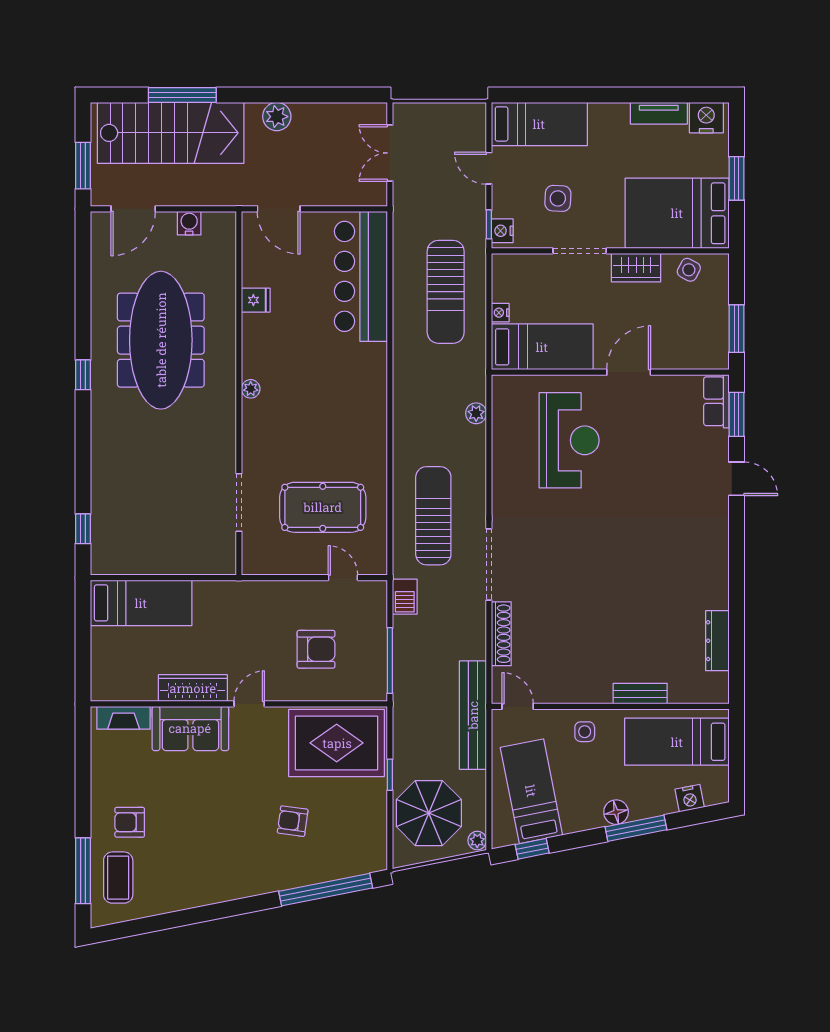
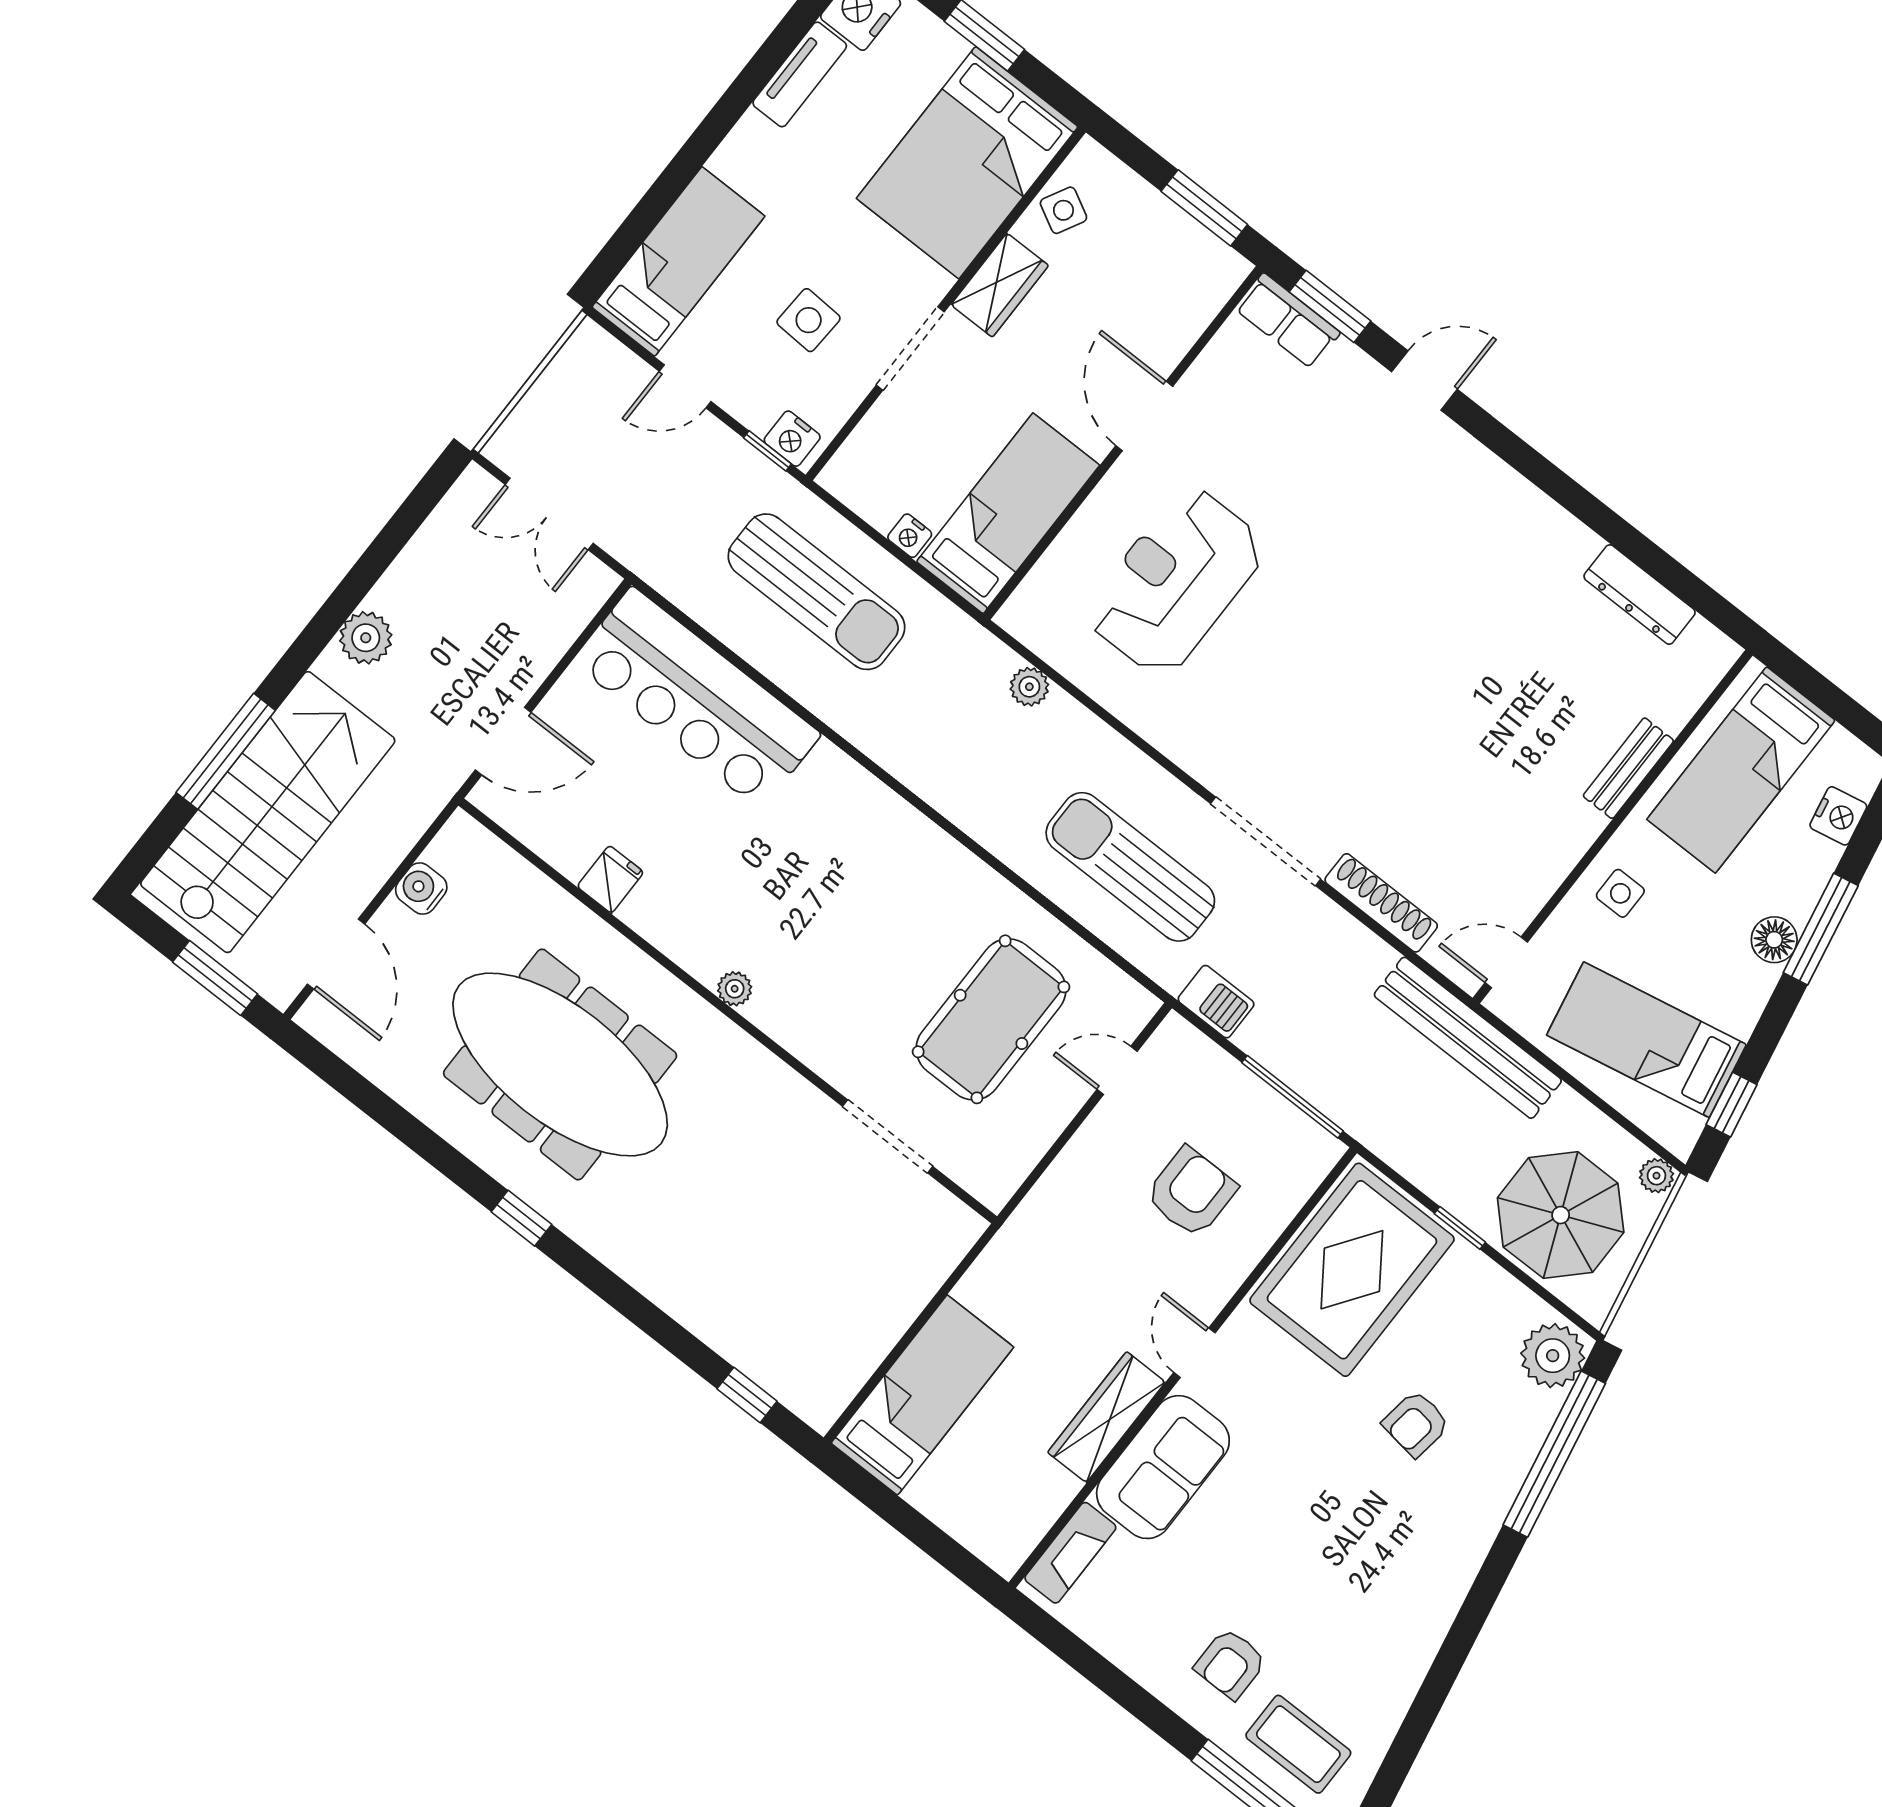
reception desk: (569, 440) -> (1176, 581), turned -90
plant: (367, 856) -> (1553, 1356), added

